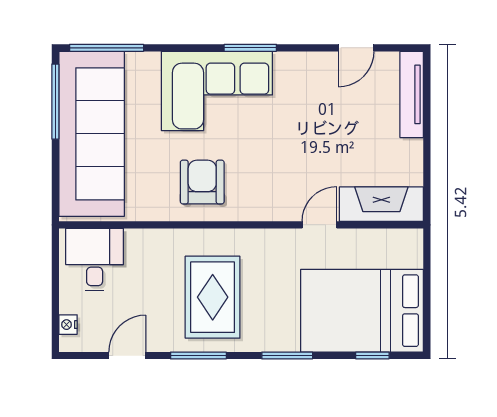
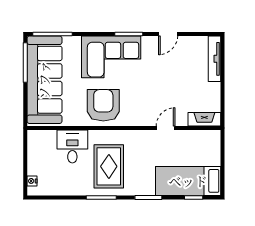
door: (356, 48) -> (168, 34), moved
armchair: (202, 182) -> (103, 105), width x1.36, depth x1.36
fireplace: (381, 204) -> (204, 119), width x0.73, depth x0.76
desk: (95, 260) -> (72, 146), moved
bed: (362, 311) -> (188, 181), width x0.67
door: (127, 356) -> (64, 197), removed

